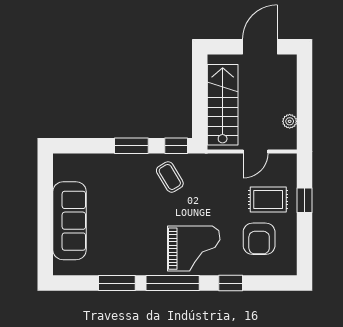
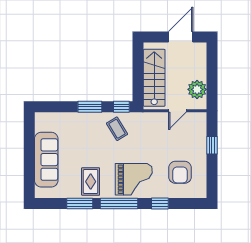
plant: (290, 121) -> (197, 89), width x1.88, depth x1.88
rug: (268, 199) -> (91, 182), moved, turned 90

